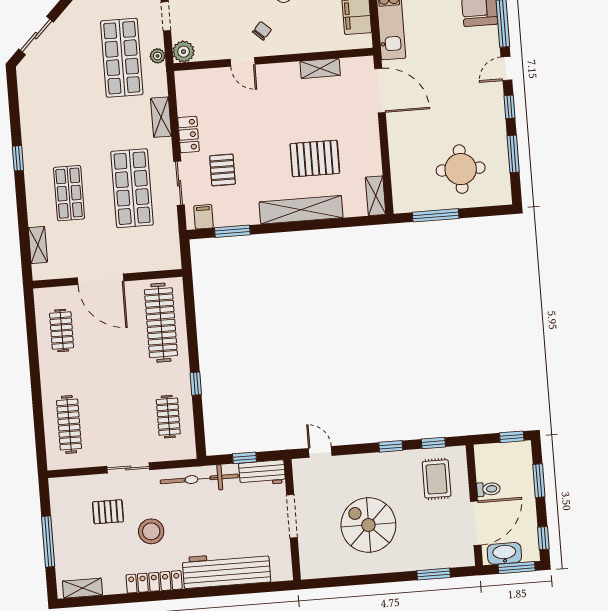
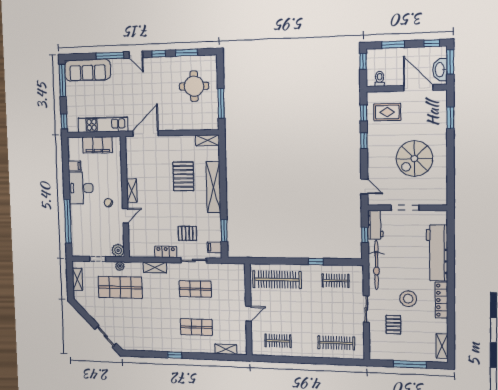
shelving: (320, 68) -> (132, 191), moved
shop shelf: (132, 188) -> (195, 289), width x0.70, depth x0.74
door: (101, 279) -> (248, 314), width x0.53
door: (320, 452) -> (364, 186), swing flipped
toilet: (488, 489) -> (380, 79), moved

